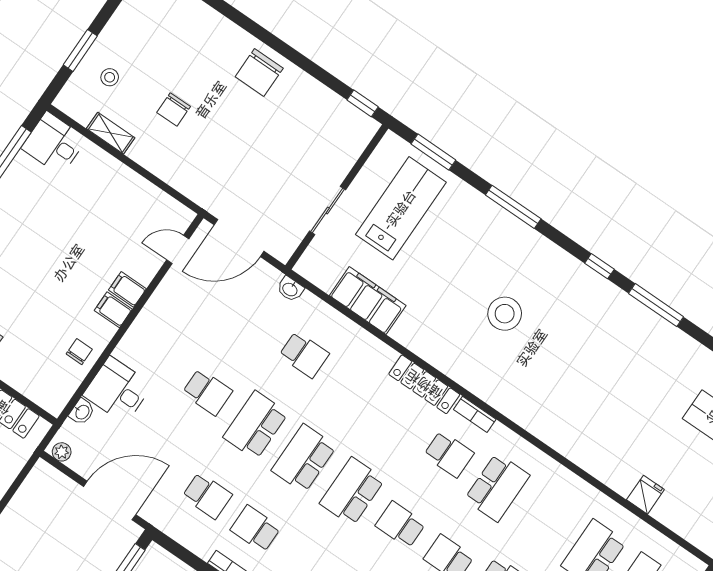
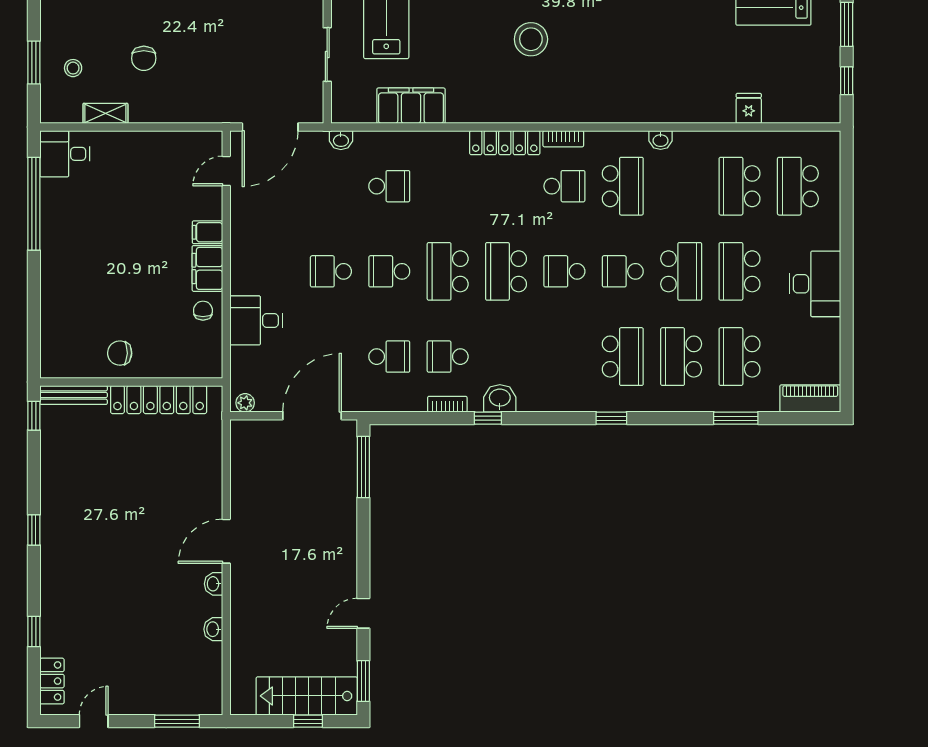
filing cabinet: (113, 310) -> (207, 268), width x2.00
school desk: (207, 392) -> (331, 271), turned 180
washbasin: (82, 412) -> (661, 140), moved, turned 90
school desk: (256, 425) -> (389, 271), width x0.54

